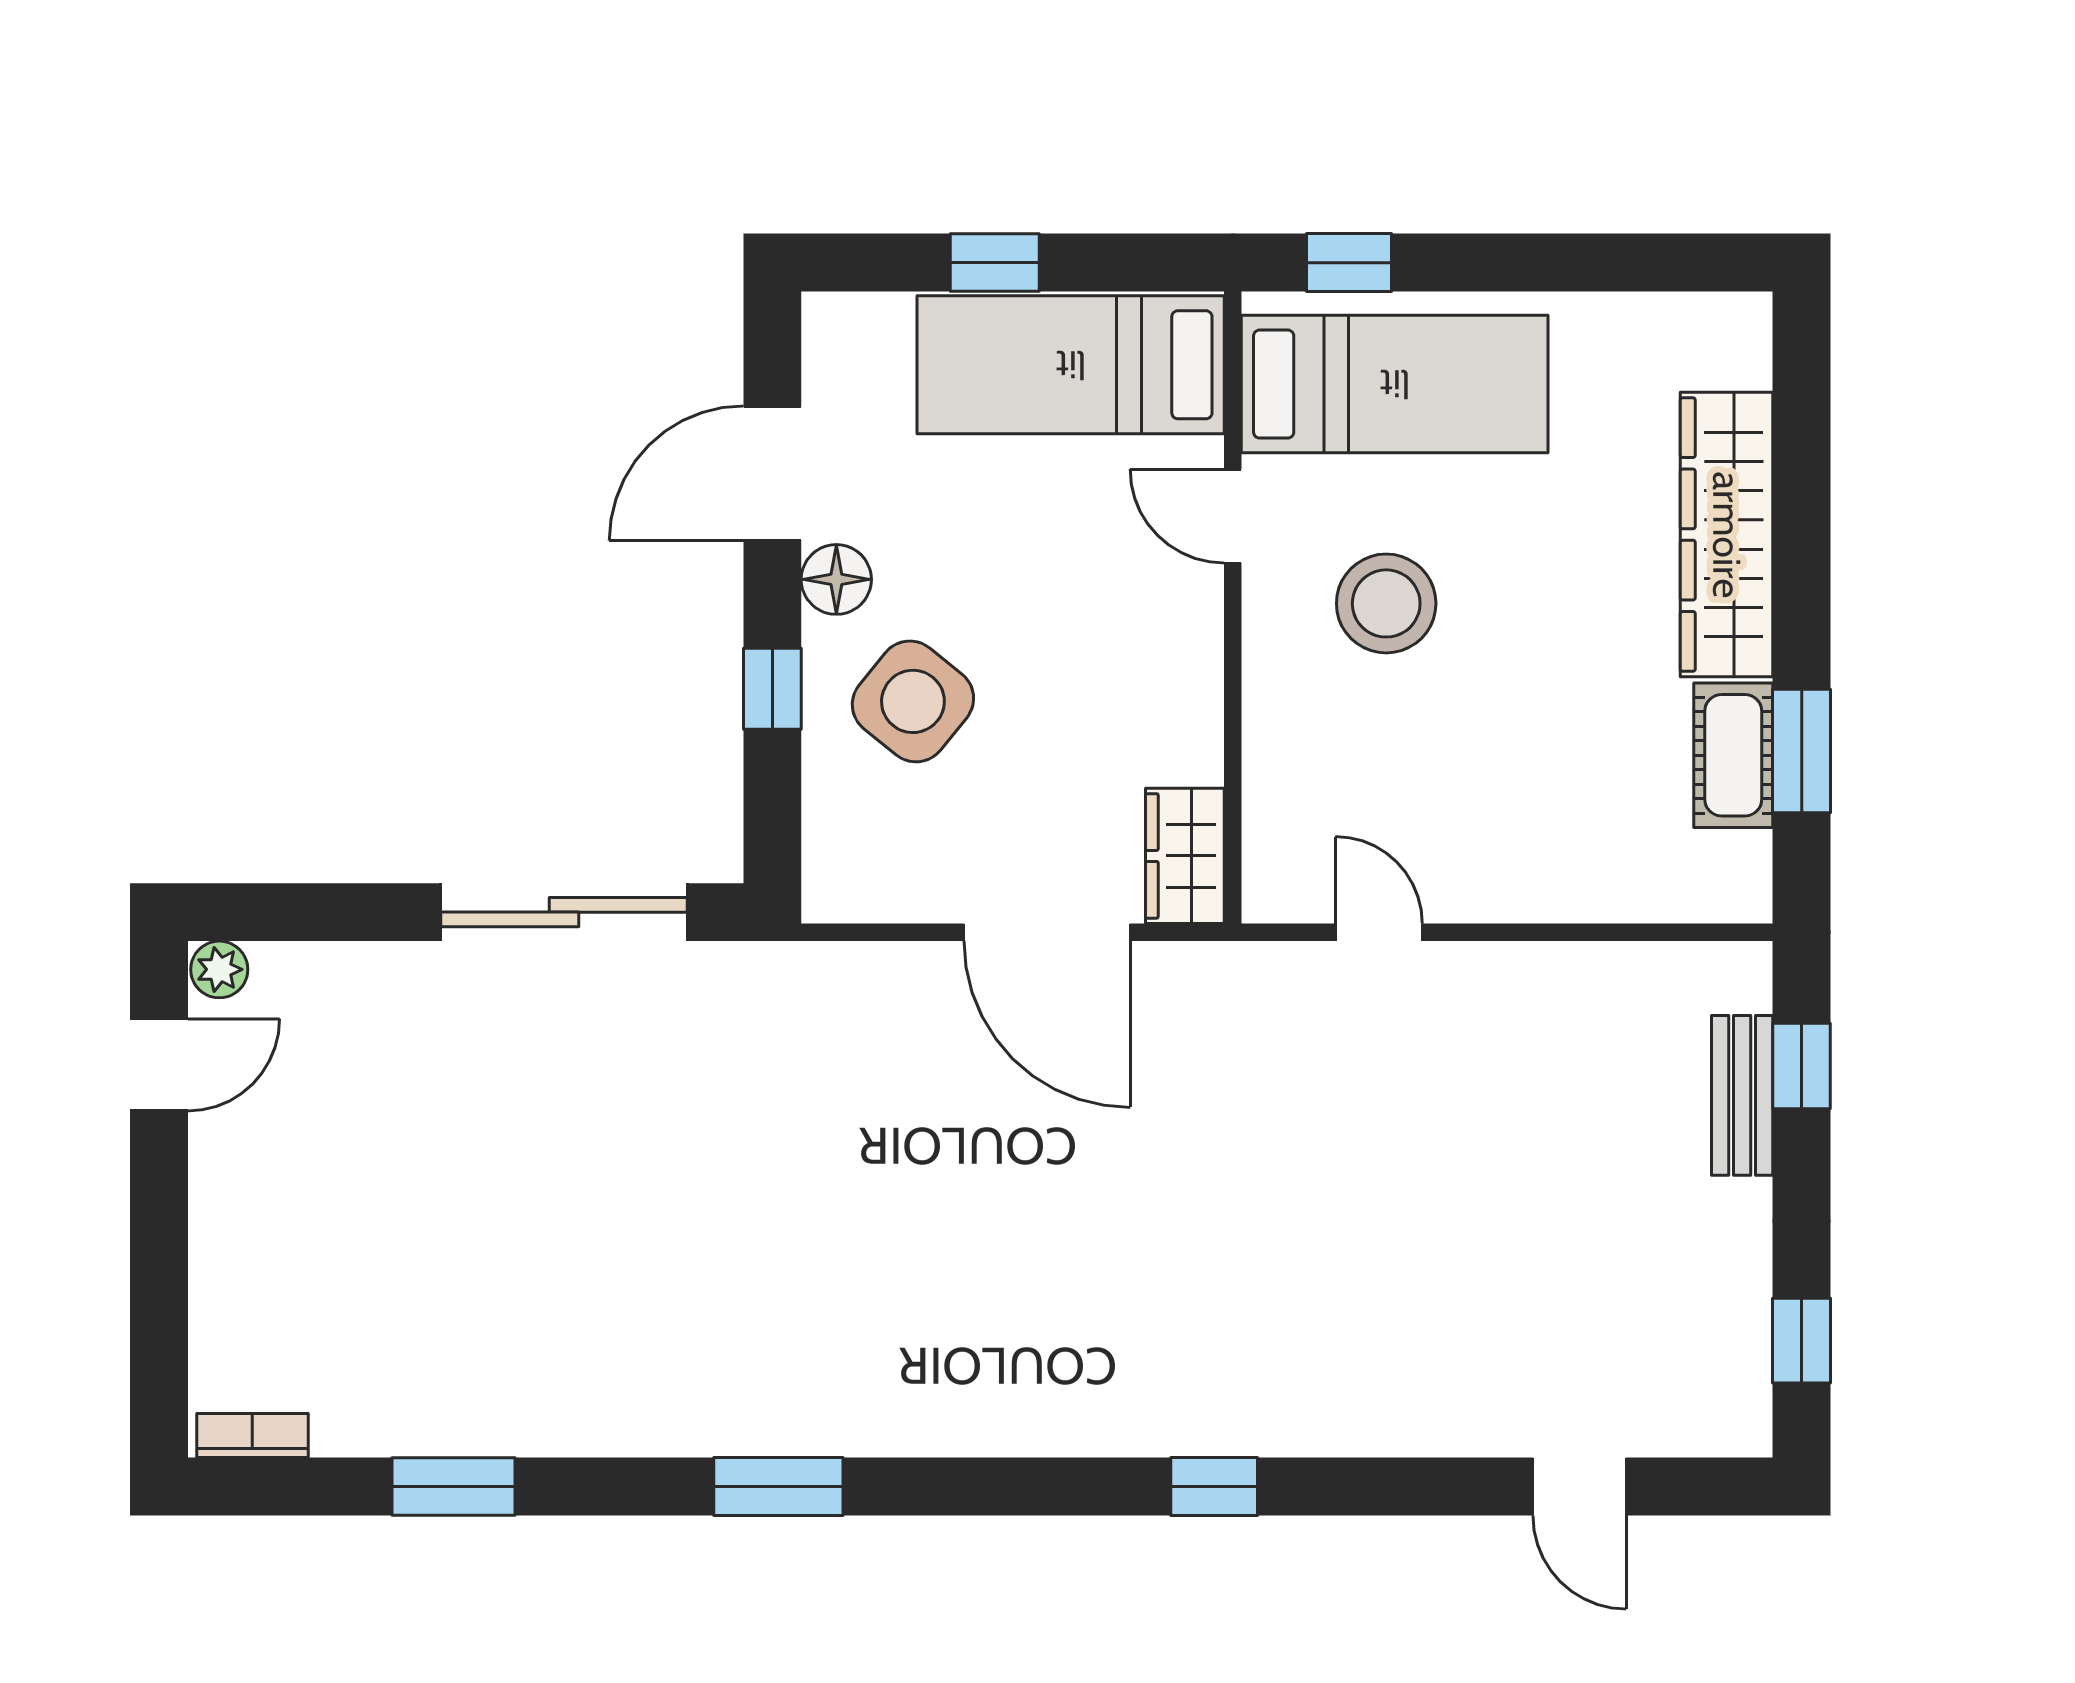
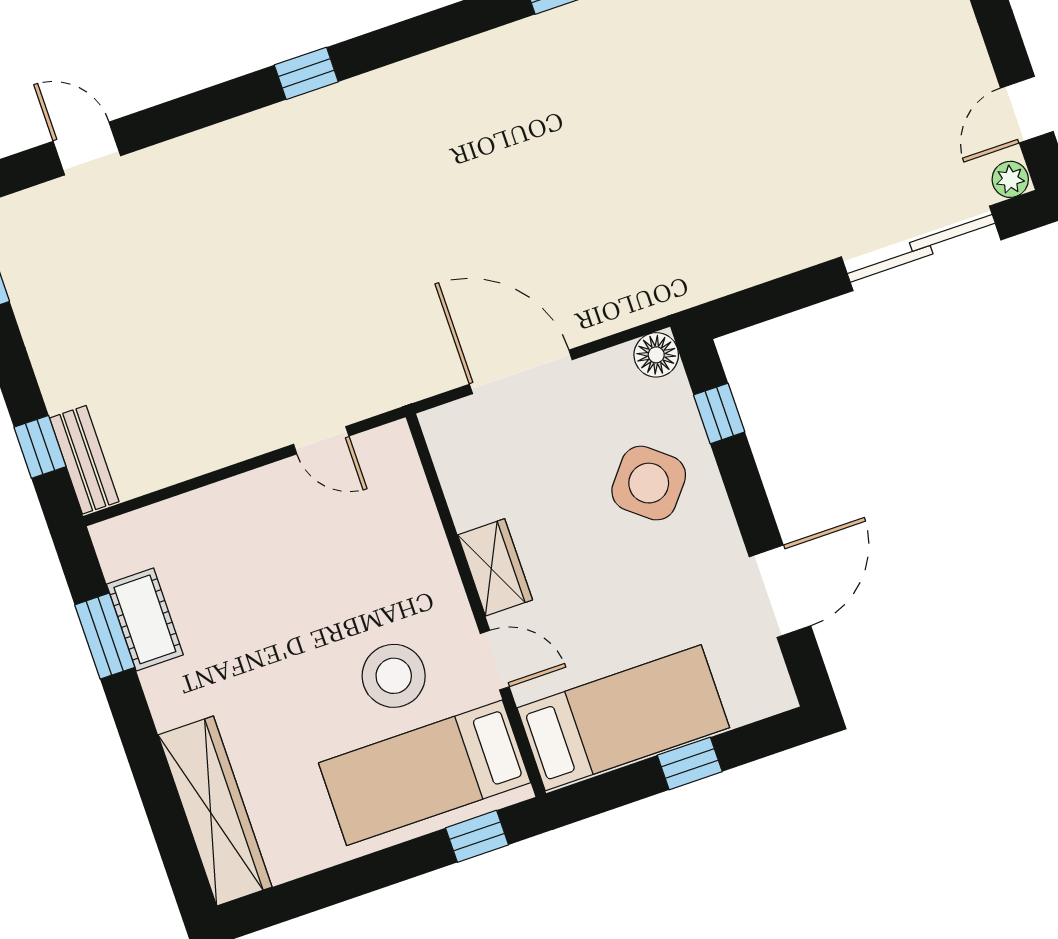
wardrobe: (1727, 535) -> (215, 811), moved
floor lamp: (836, 579) -> (656, 355), moved
stool: (1386, 603) -> (394, 676), moved
window: (772, 689) -> (719, 413), moved
wardrobe: (1185, 856) -> (495, 567), moved
sliding door: (564, 912) -> (921, 248), moved
bench: (1742, 1095) -> (84, 460), moved

